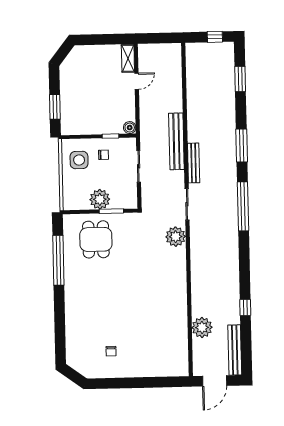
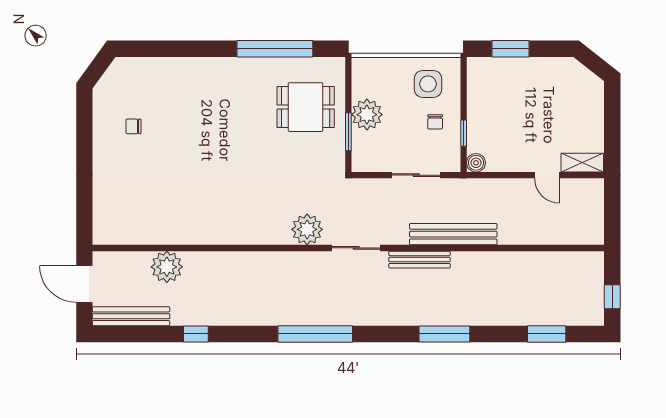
window: (243, 206) -> (315, 334), moved

